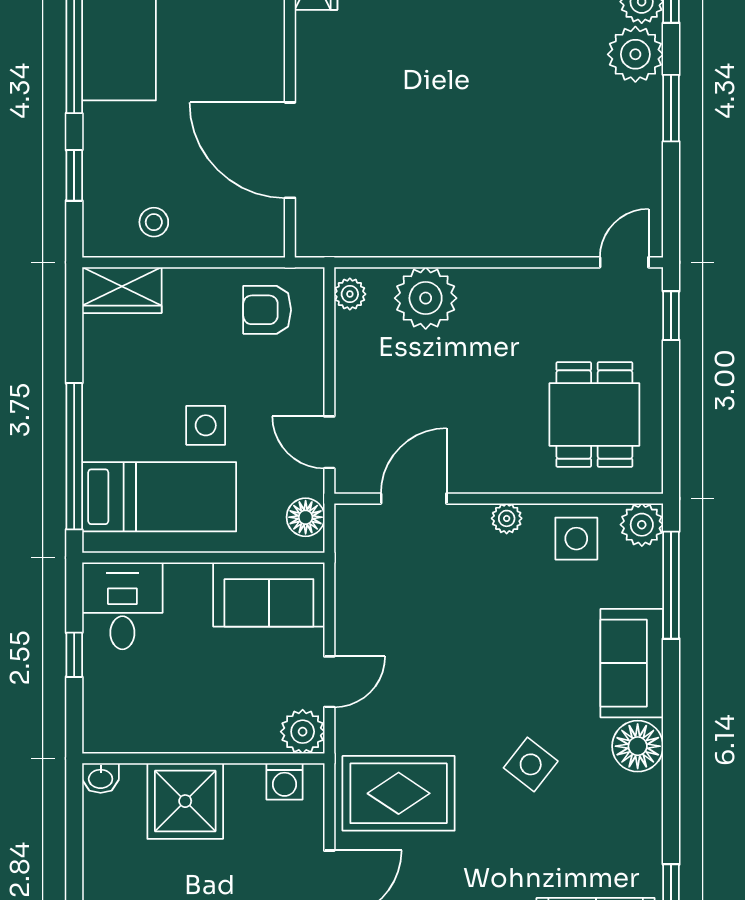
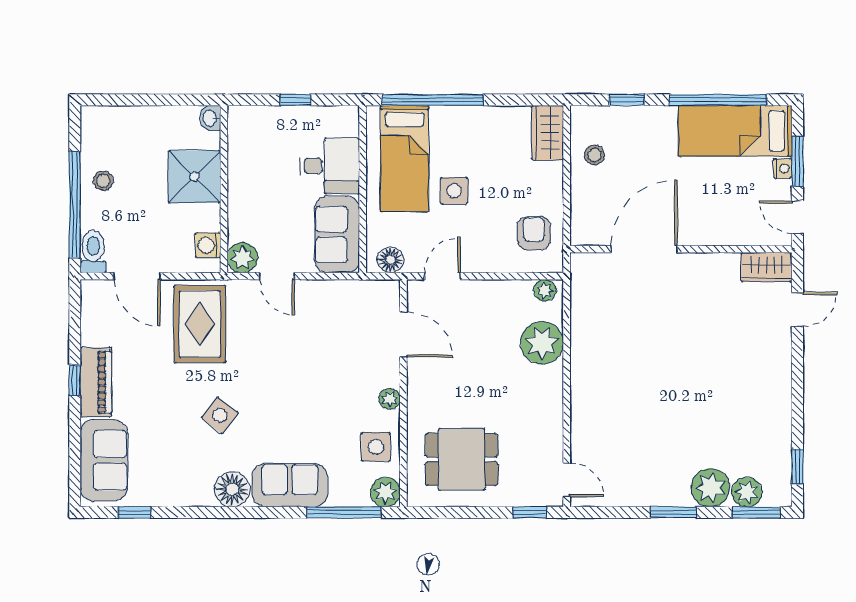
desk: (122, 606) -> (329, 166), moved

